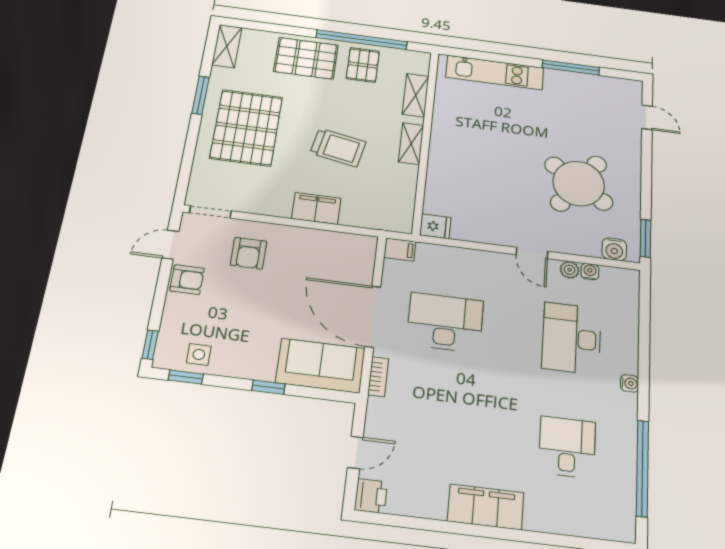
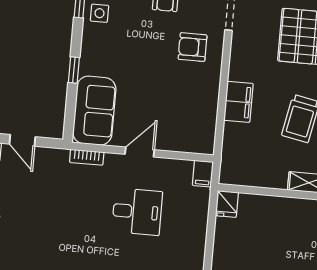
door: (373, 316) -> (140, 152), width x0.53
desk: (445, 322) -> (137, 212), width x0.73

